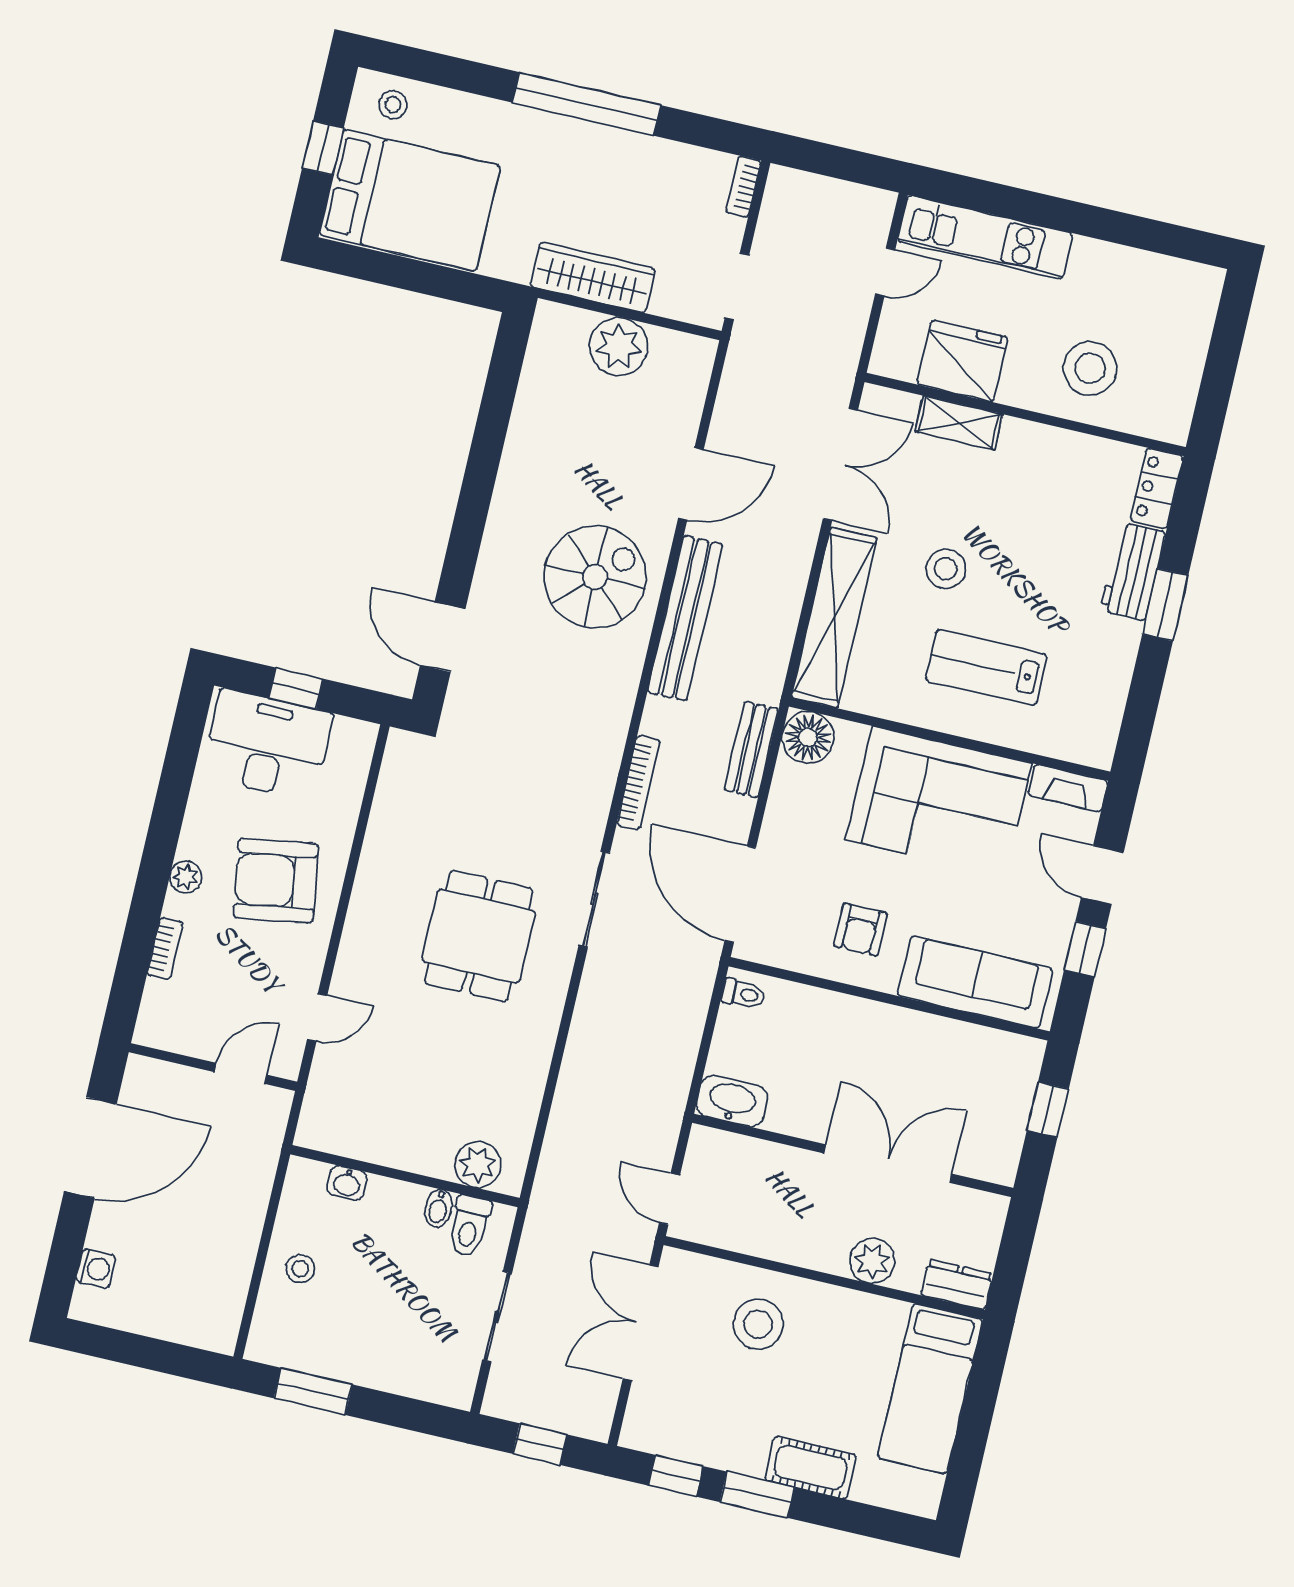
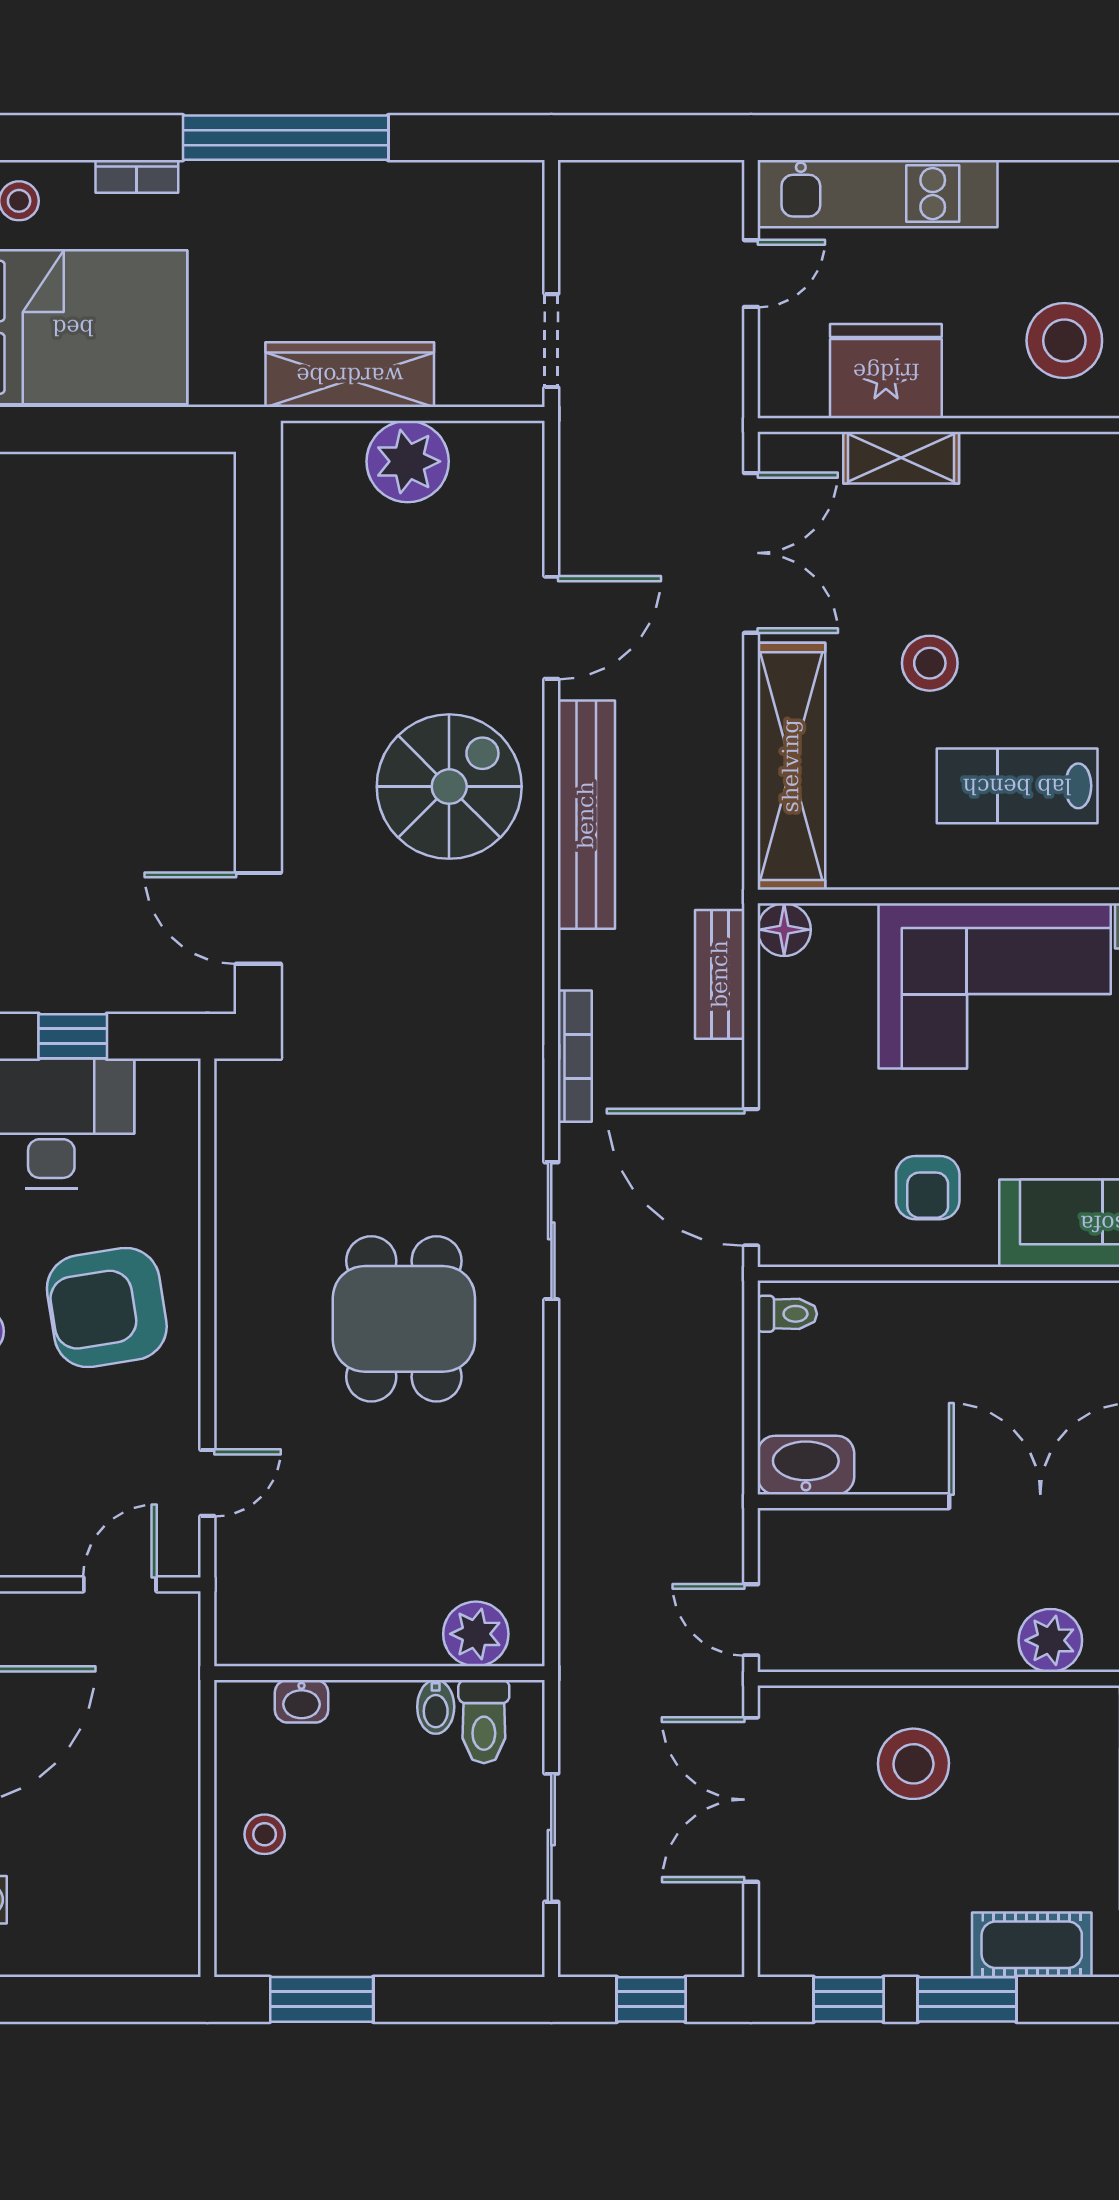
bookcase: (743, 186) -> (137, 176), moved, turned -90
floor lamp: (808, 737) -> (784, 930), width x0.73, depth x0.73

